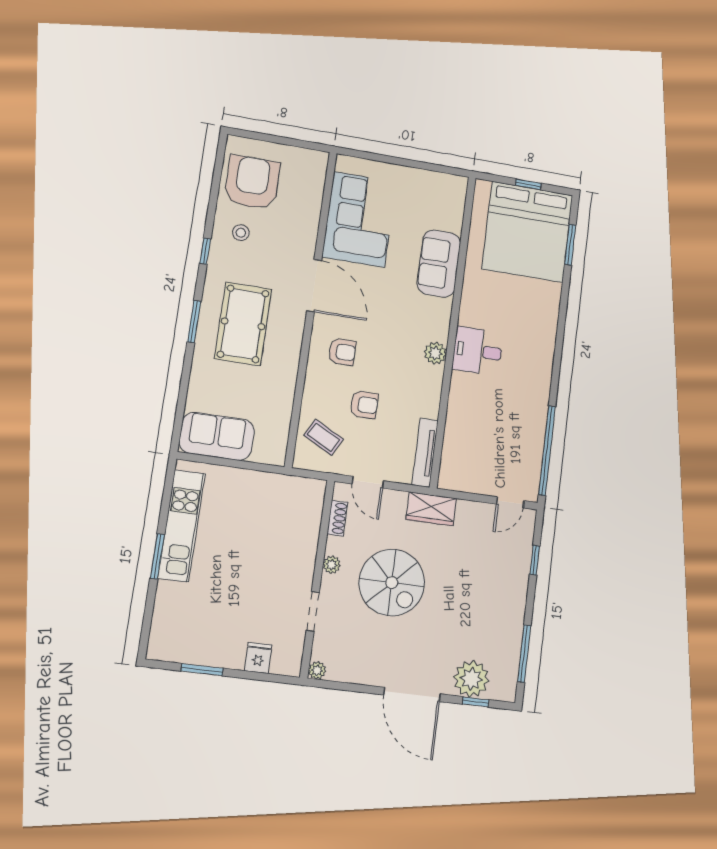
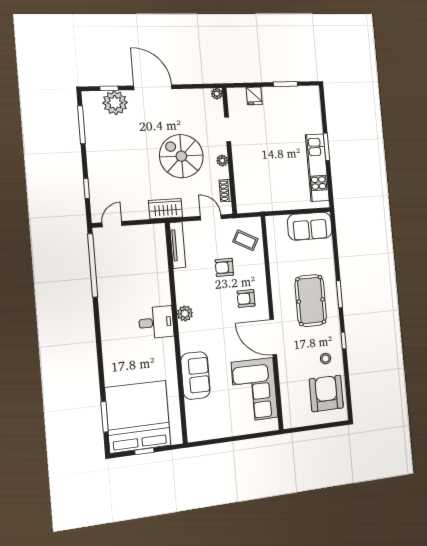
armchair: (252, 182) -> (326, 393), turned 180

